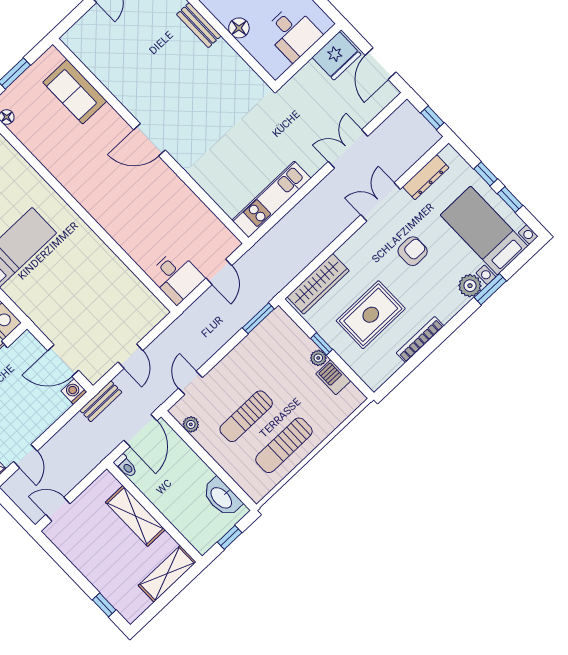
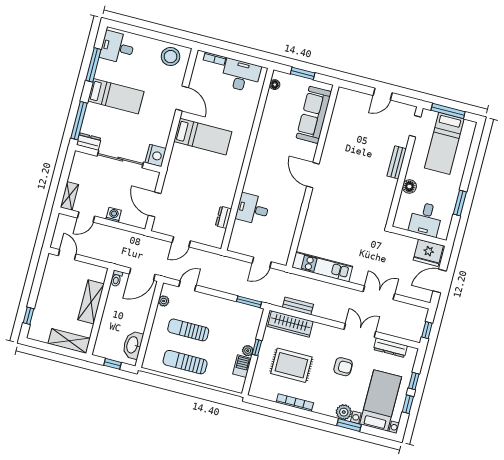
sofa: (75, 92) -> (314, 115), width x1.36
desk: (176, 277) -> (253, 209), moved, turned 90
dresser: (133, 284) -> (224, 217), added
washing machine: (74, 391) -> (114, 215), moved
bench: (101, 401) -> (298, 306), moved

